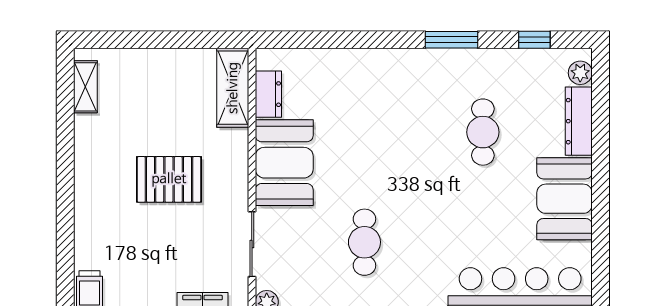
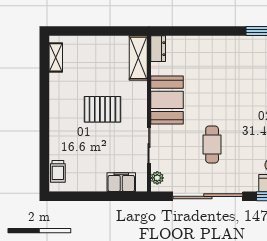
dresser: (268, 94) -> (158, 49), moved

